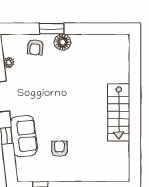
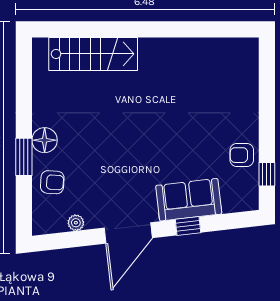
stairs: (119, 113) -> (93, 54), moved
armchair: (59, 149) -> (242, 155), moved

